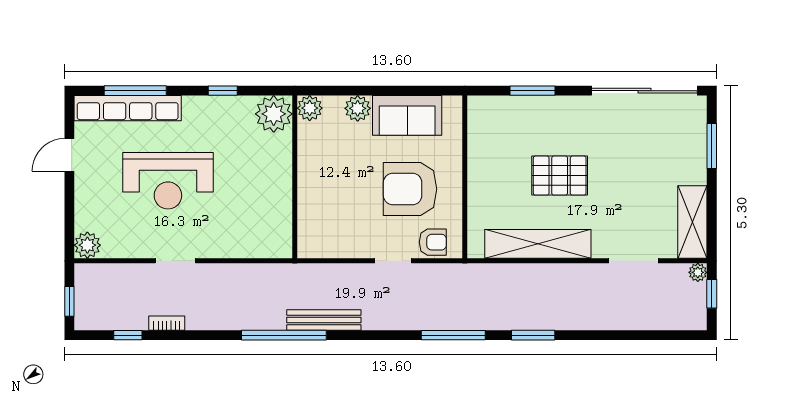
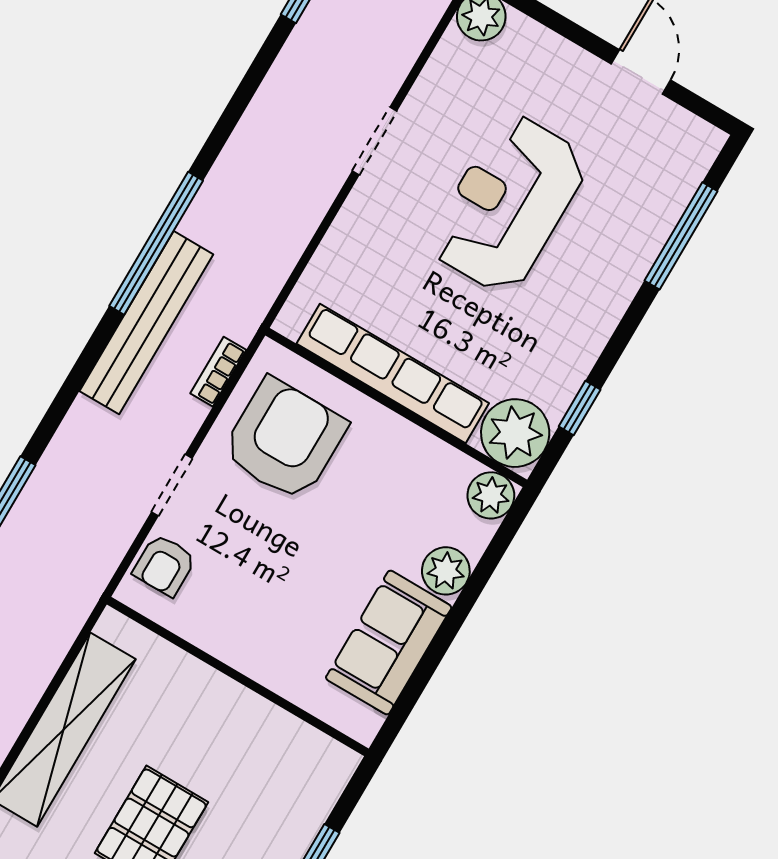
window: (223, 91) -> (580, 408), moved
row of seats: (128, 108) -> (393, 373), moved, turned 90
armchair: (410, 189) -> (284, 440), moved
bench: (324, 320) -> (146, 323), width x1.37, depth x1.21
bookcase: (167, 323) -> (218, 372), moved, turned 180

